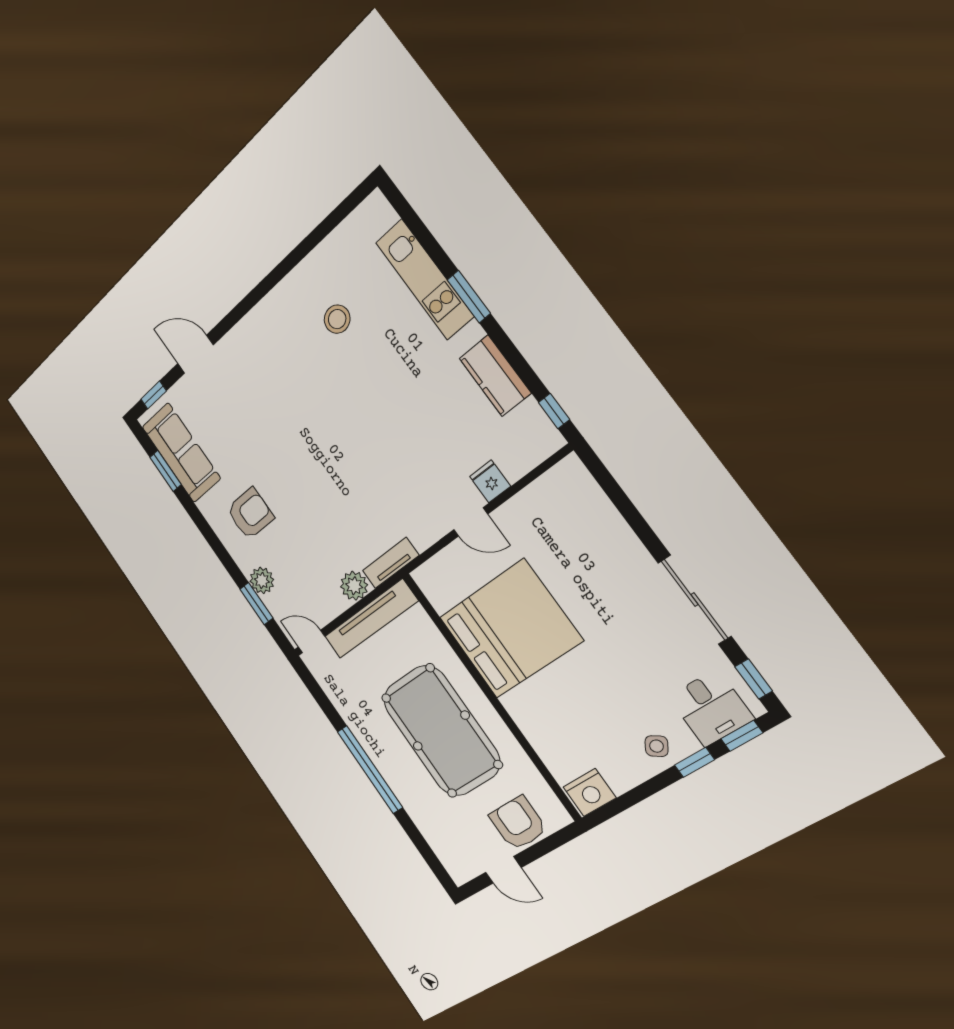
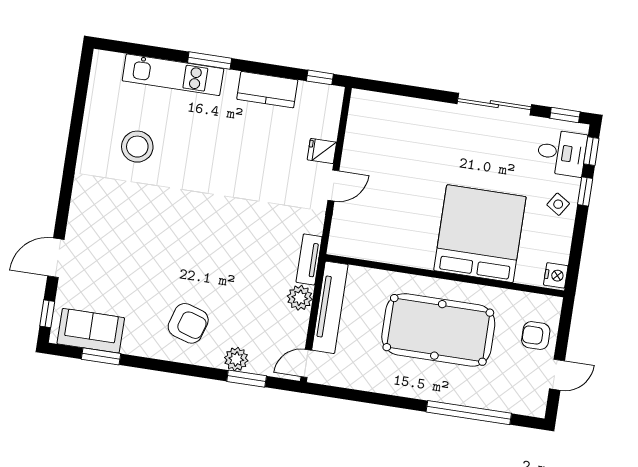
stool: (337, 319) -> (137, 147), width x1.38, depth x1.38
sofa: (181, 453) -> (91, 331), width x0.73
armchair: (250, 514) -> (188, 323), turned 107
bed: (510, 629) -> (480, 234), moved
window: (370, 769) -> (469, 413), moved
nightstand: (589, 792) -> (556, 275), width x0.74, depth x0.75
armchair: (518, 823) -> (536, 336), width x0.72, depth x0.72

